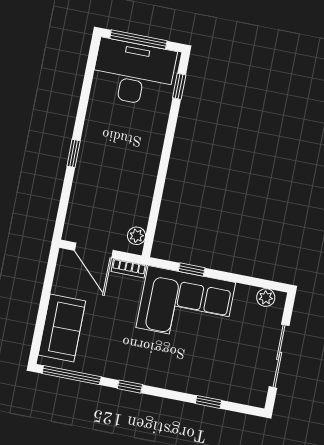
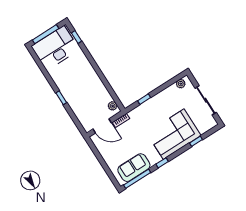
corner sofa: (186, 305) -> (174, 134), moved, turned 180
sofa: (62, 328) -> (134, 168), moved, turned -90

